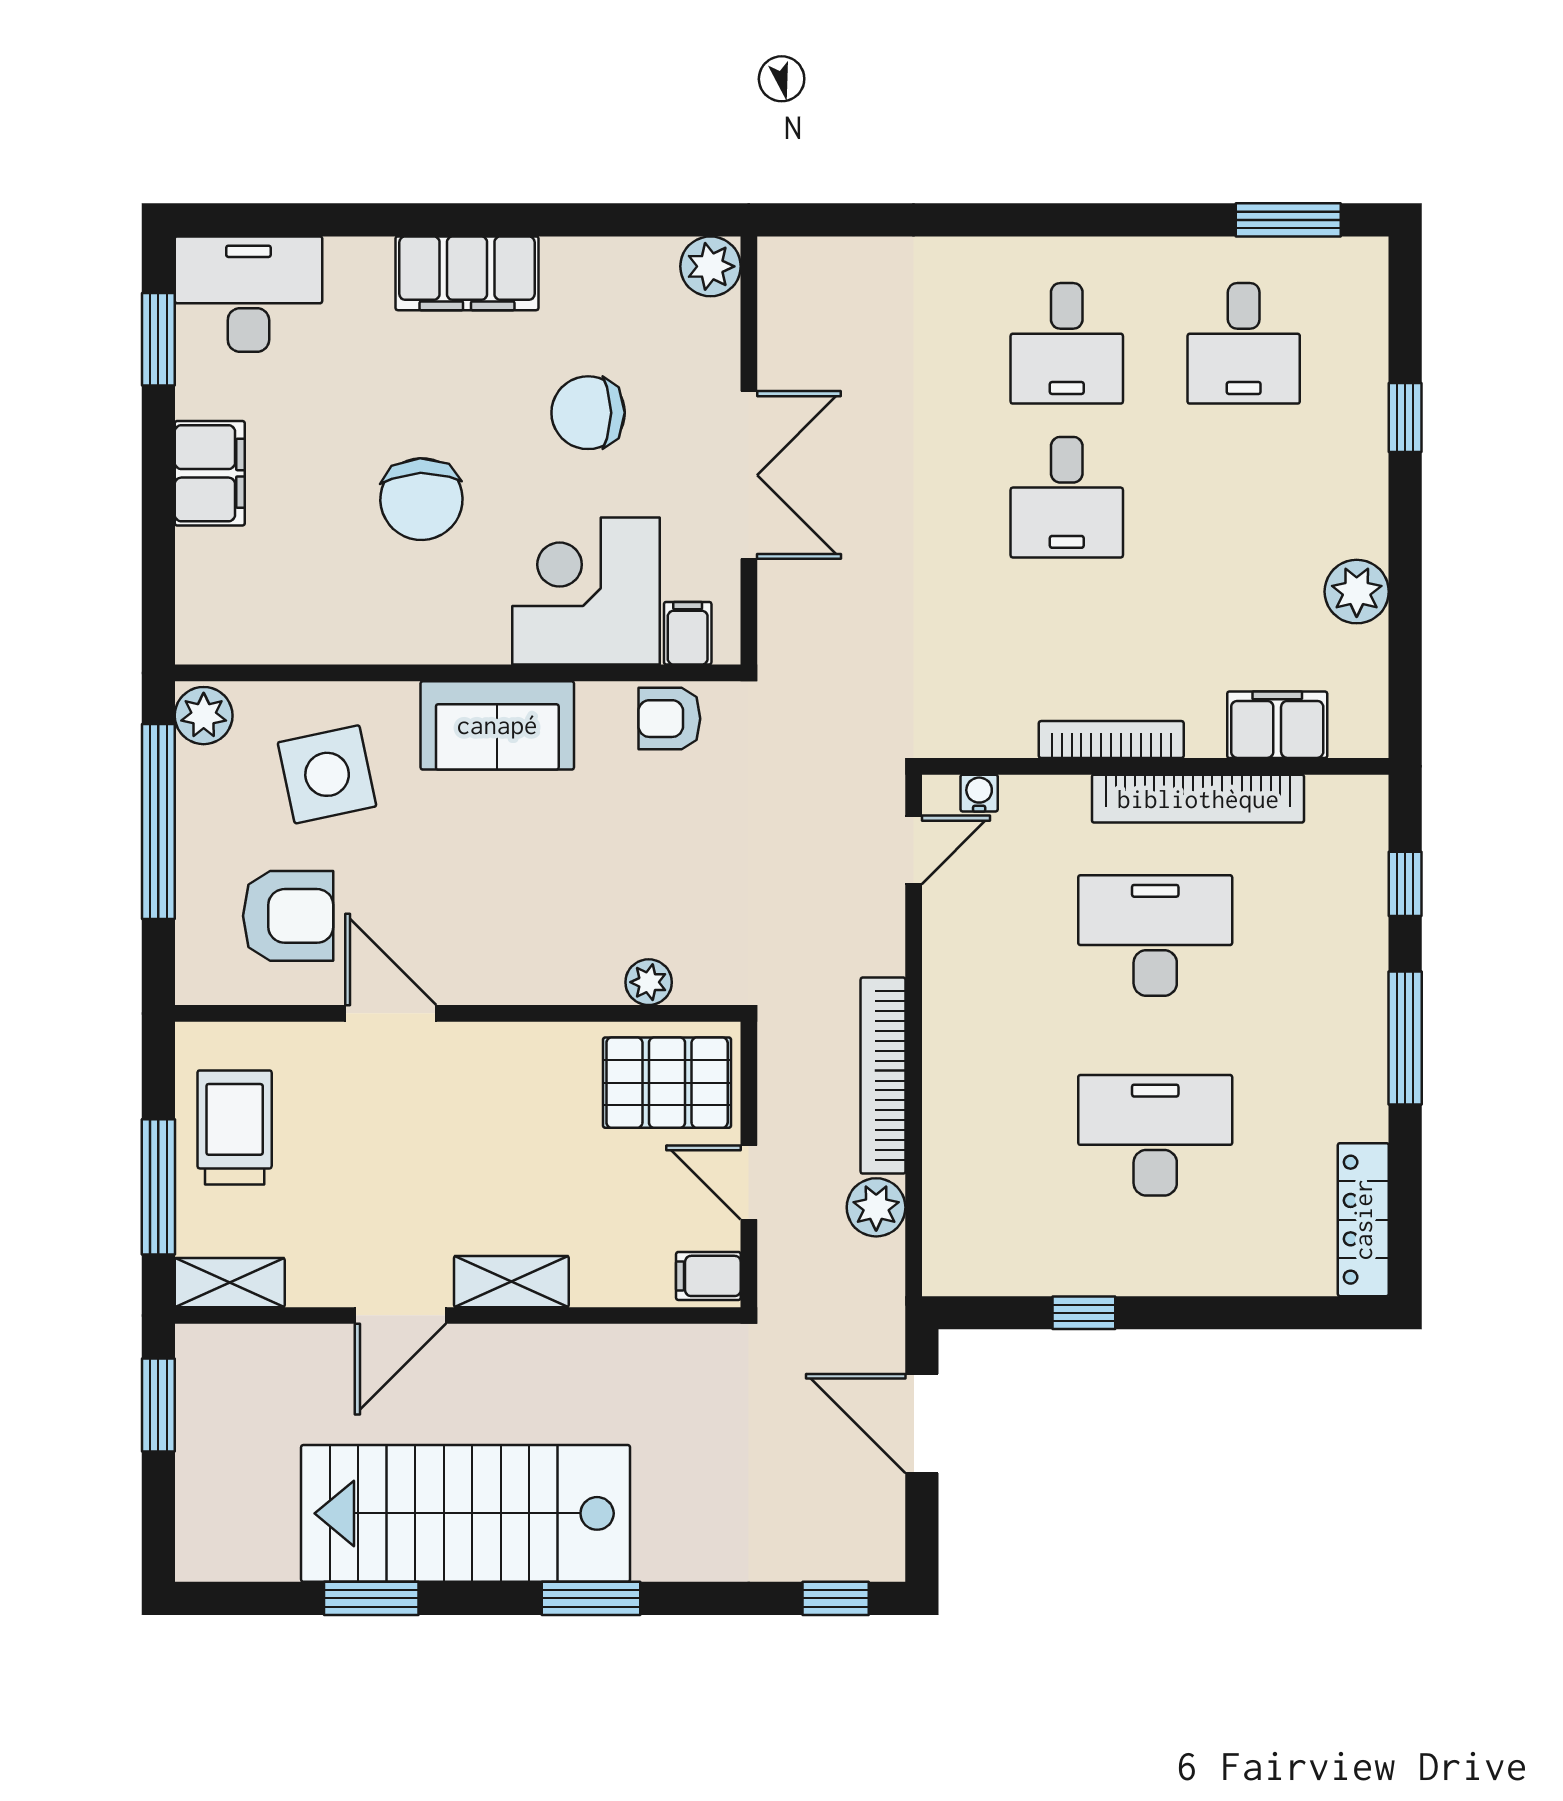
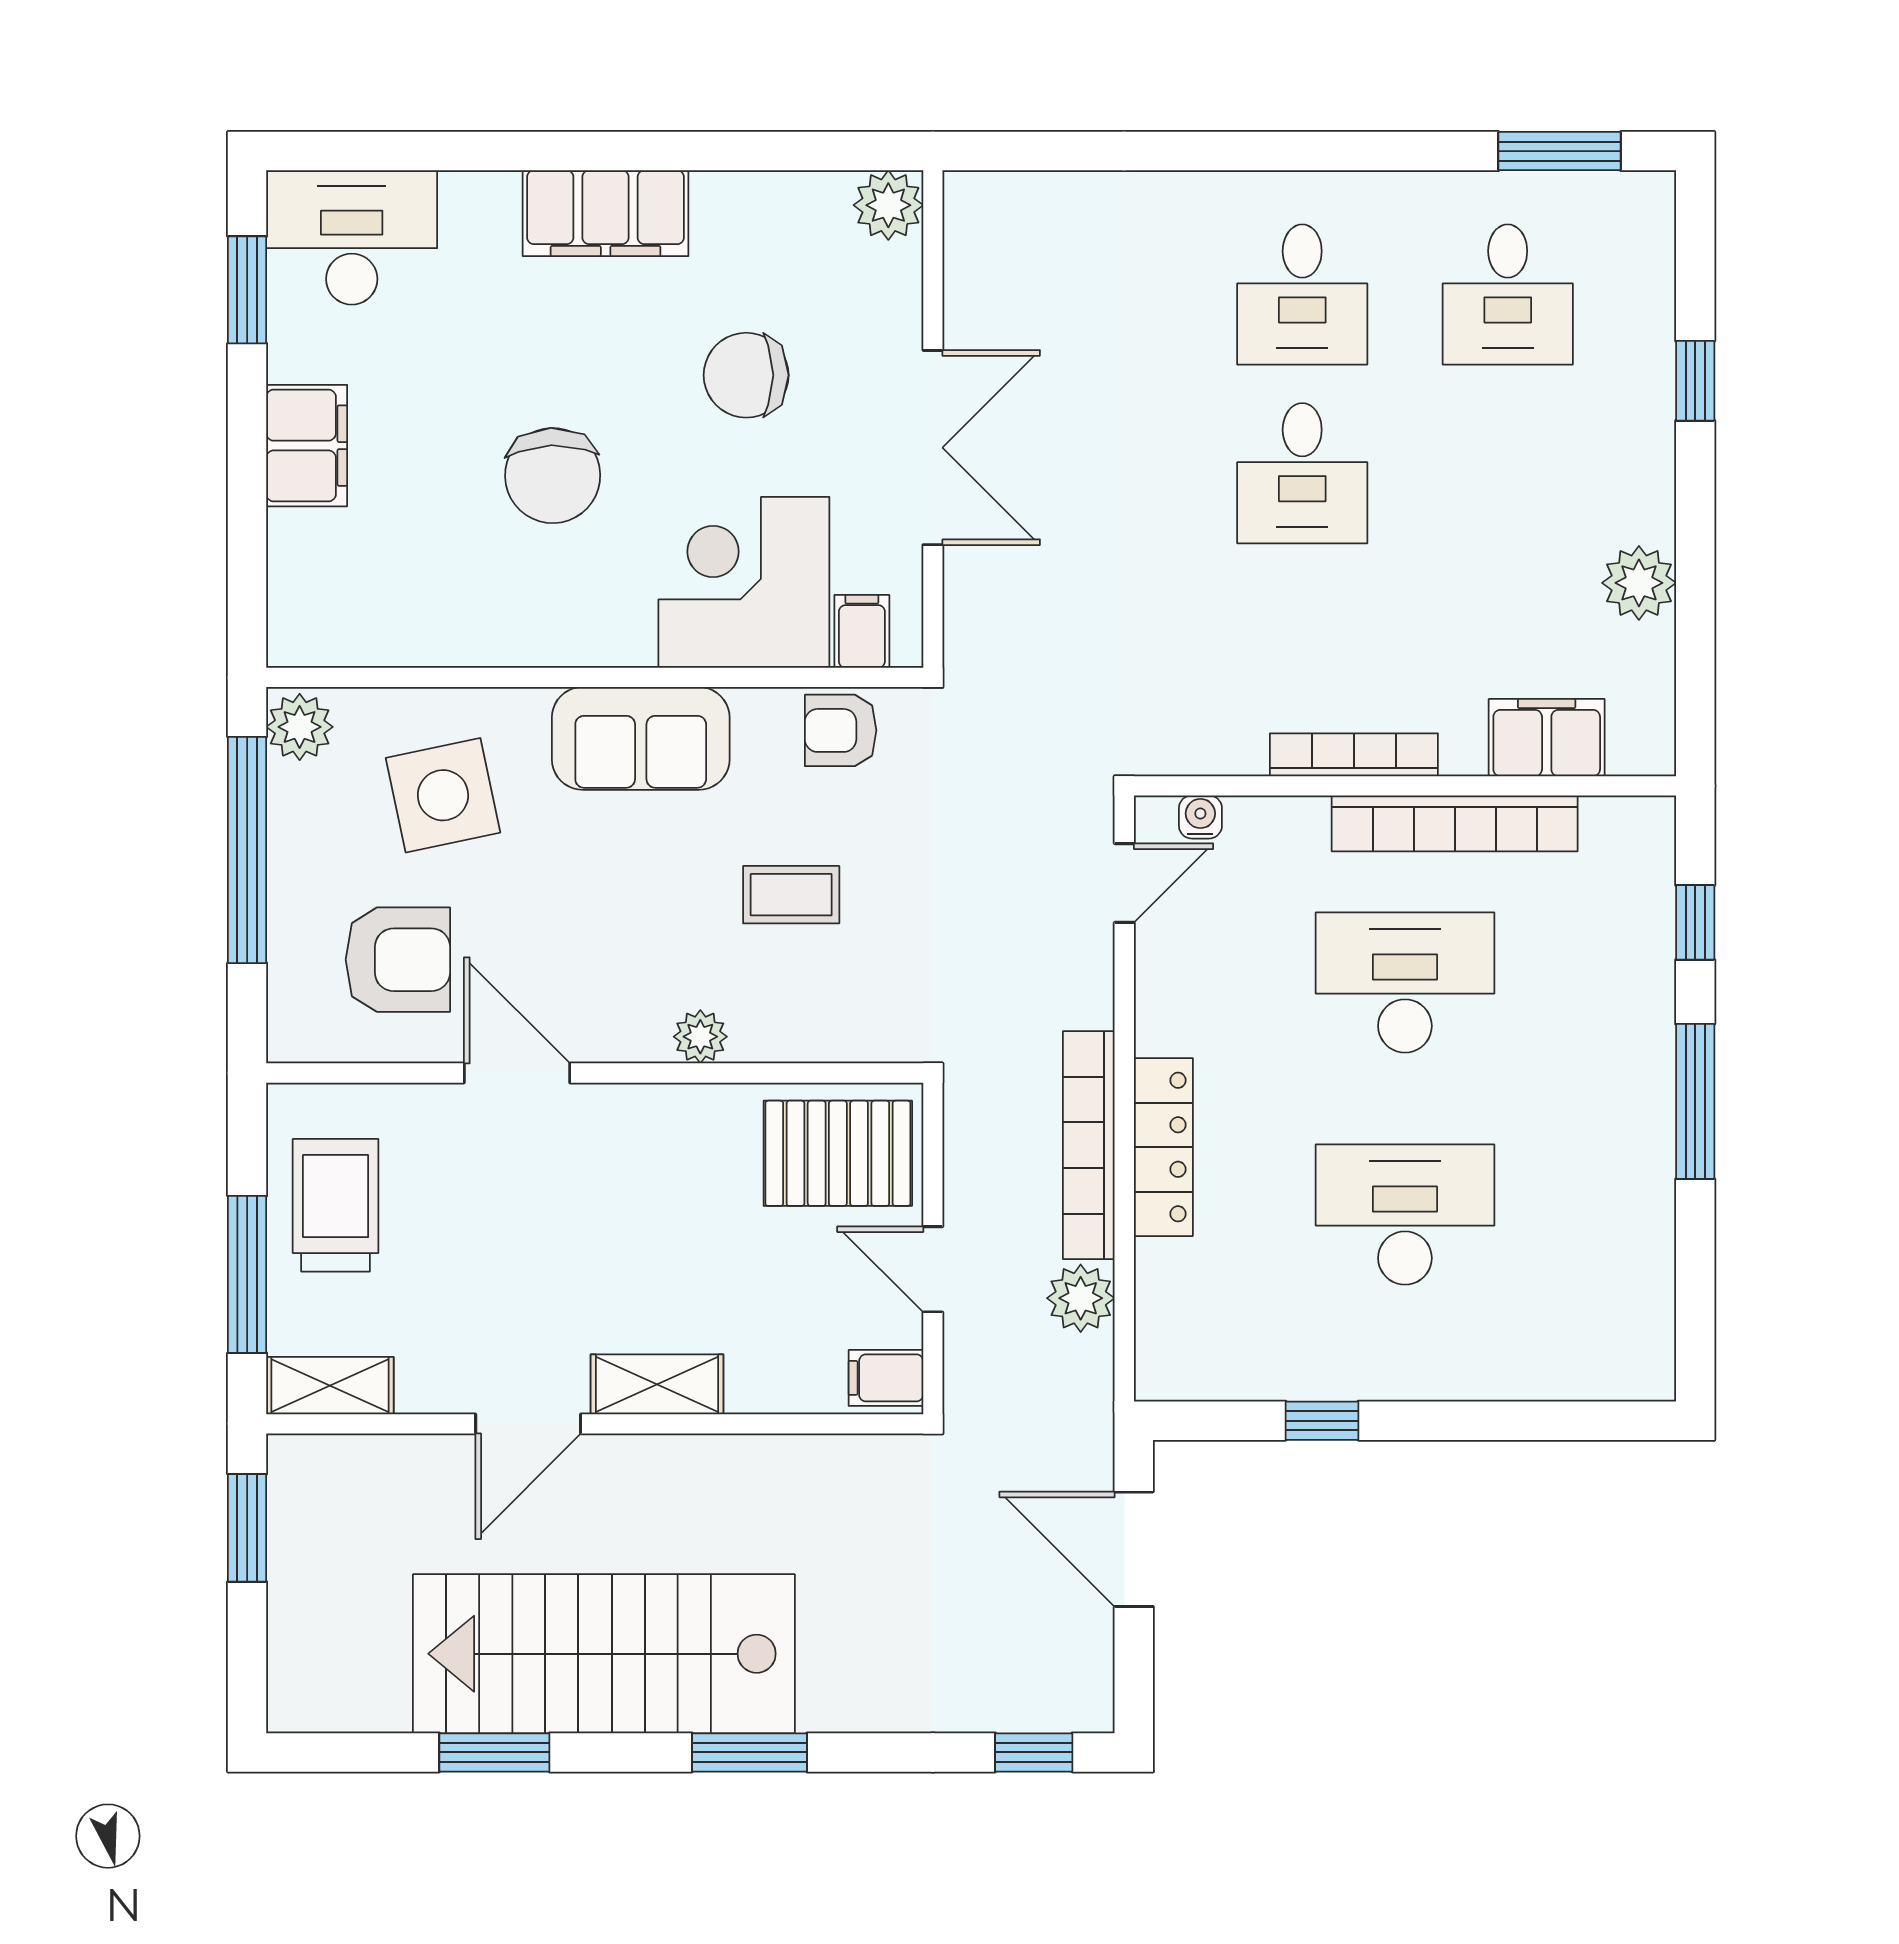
coffee table: (627, 860) -> (791, 895), added
plant: (649, 982) -> (700, 1037), moved
locker: (1363, 1220) -> (1163, 1147), moved, turned 180

